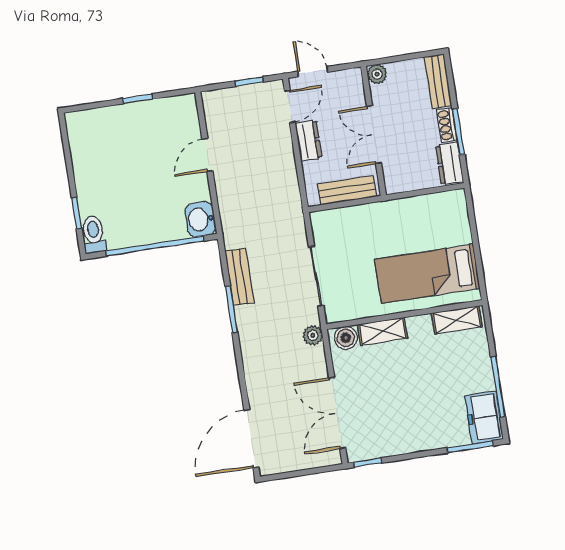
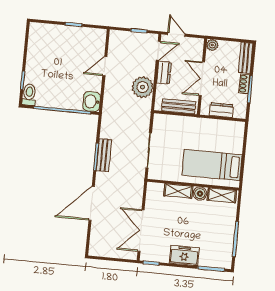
dresser: (449, 163) -> (221, 110), moved, turned 90
bench: (240, 277) -> (104, 155), moved
plant: (313, 335) -> (143, 87), moved, width x1.87, depth x1.87
boiler: (346, 338) -> (200, 194), moved
freezer: (484, 417) -> (184, 255), moved, turned 90
door: (251, 439) -> (92, 203), moved

